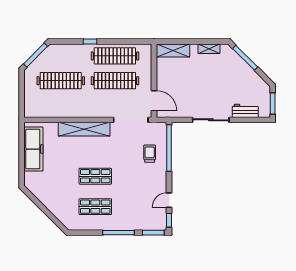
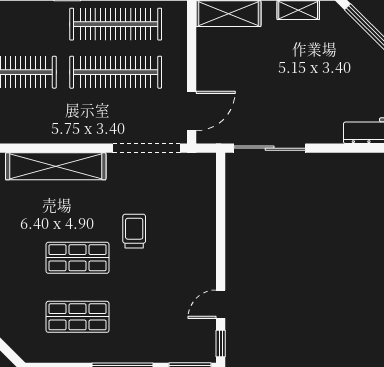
door: (154, 101) -> (192, 111), hinge flipped
sliding door: (211, 120) -> (270, 148), moved
window: (169, 148) -> (221, 203), removed
trolley: (150, 154) -> (134, 231), moved

